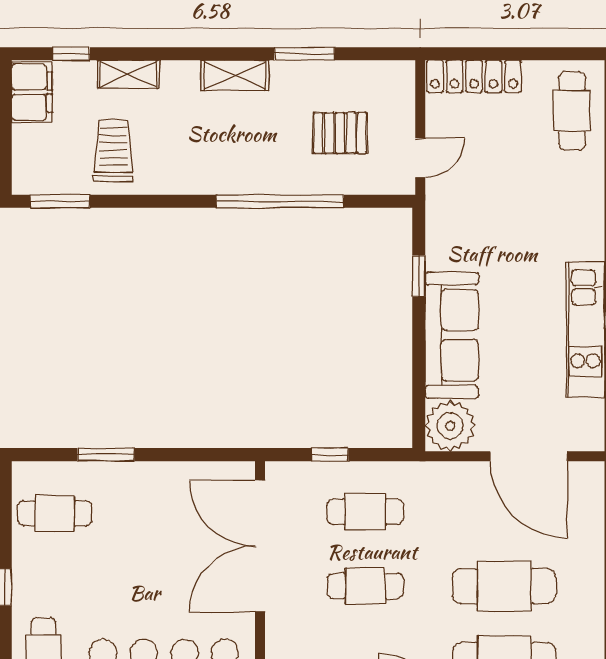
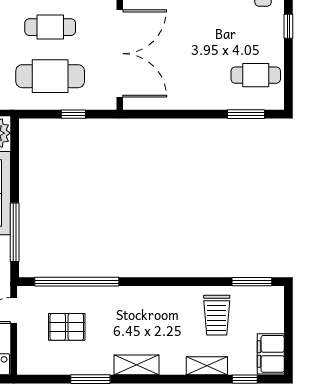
window: (280, 201) -> (77, 282), moved
window: (419, 276) -> (15, 232), width x2.17
window: (106, 455) -> (246, 114), moved
cafe table: (365, 512) -> (50, 76), width x1.37, depth x1.35

